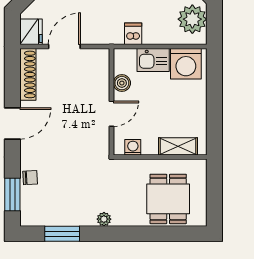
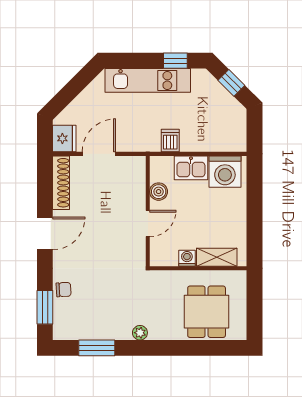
plant: (192, 19) -> (232, 125), removed
washing machine: (133, 147) -> (187, 258), moved

